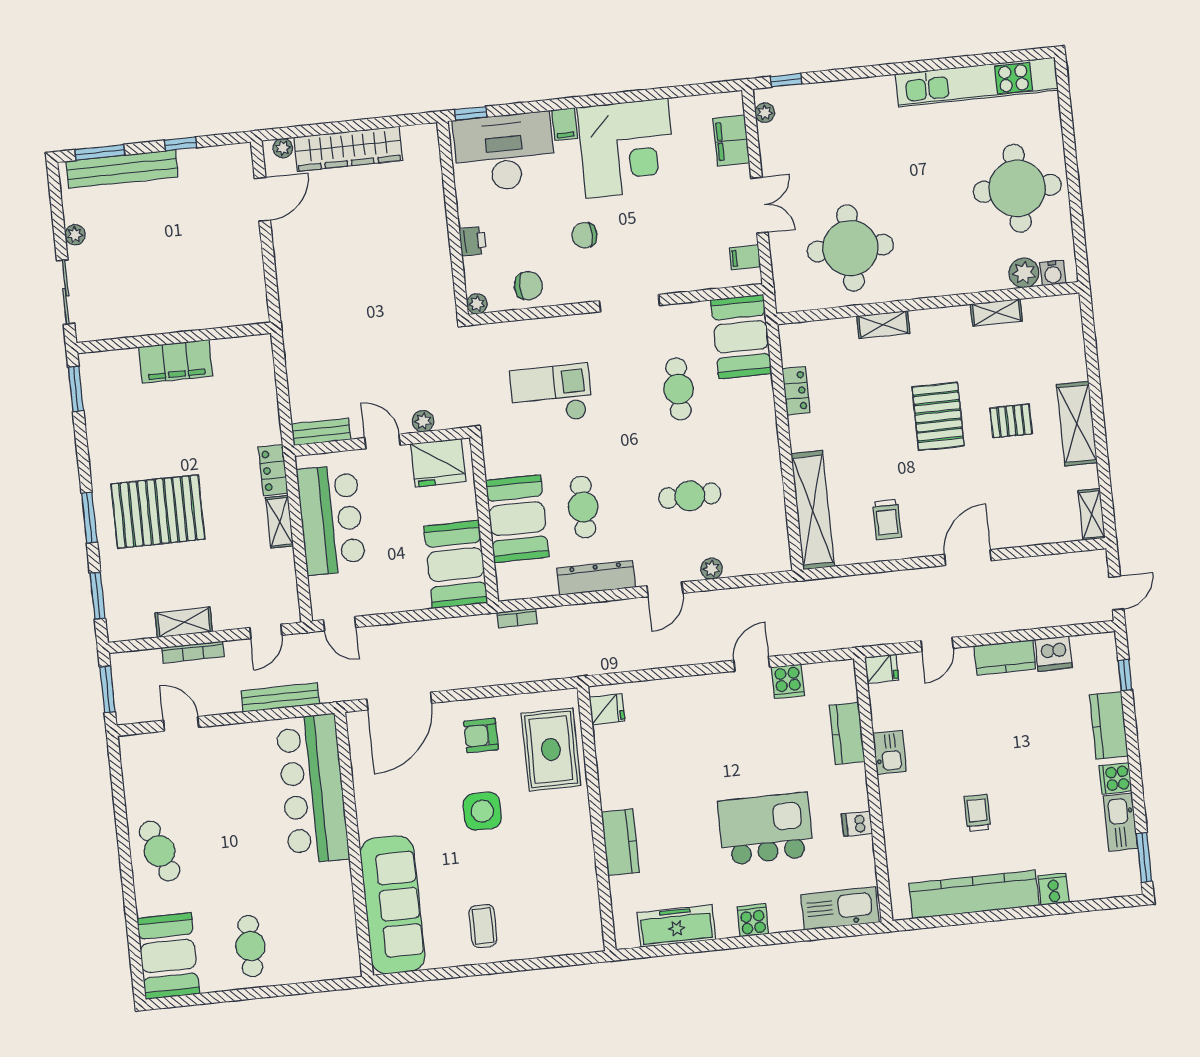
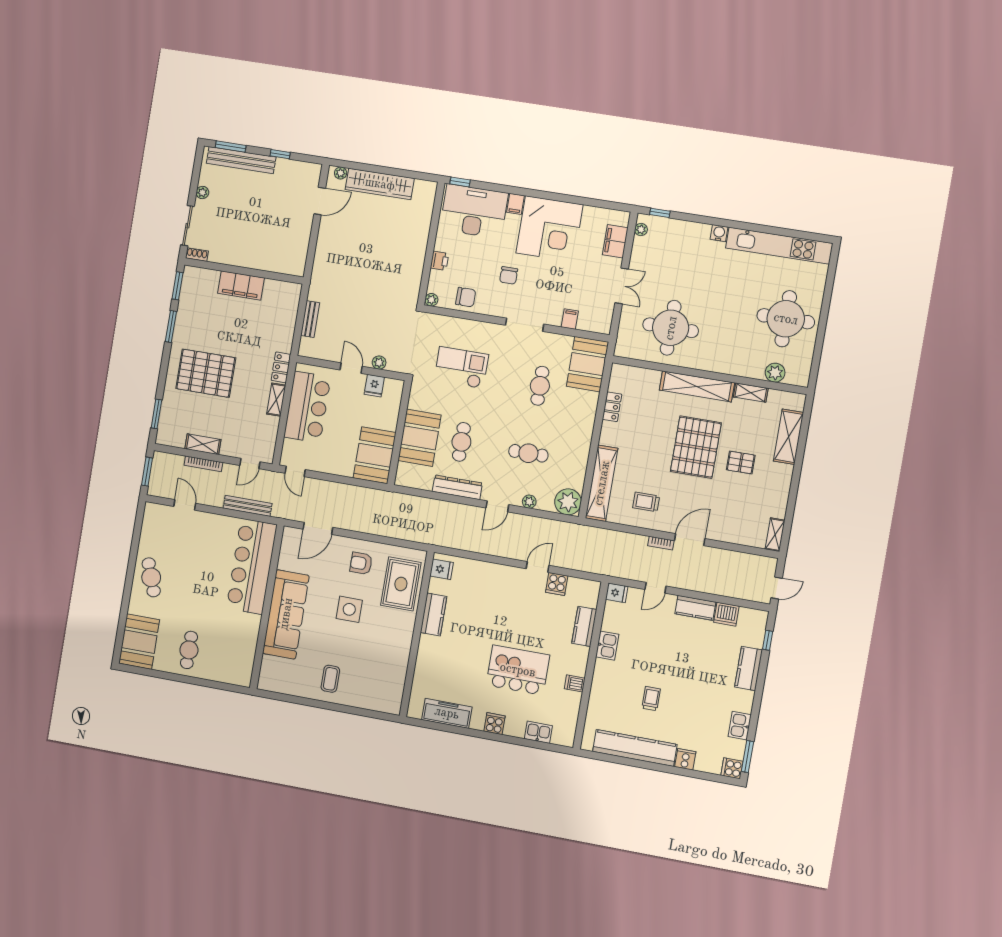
chair: (584, 235) -> (509, 275), turned -90
filing cabinet: (745, 257) -> (570, 319), moved, turned 90
water cooler: (1053, 273) -> (719, 233), moved, turned 180
shelving: (883, 325) -> (697, 386), width x2.20, depth x1.33
shoe rack: (93, 333) -> (197, 255), added
pallet: (938, 416) -> (696, 447), width x1.37, depth x1.41
shelving: (1077, 424) -> (789, 437), moved
bench: (322, 432) -> (310, 319), moved, turned 90
fridge: (438, 463) -> (374, 386), width x0.53, depth x0.75
window: (89, 518) -> (171, 326), moved
trolley: (887, 519) -> (646, 502), turned 90
plant: (770, 552) -> (568, 502), added
bookcase: (517, 618) -> (661, 543), moved
door: (399, 701) -> (318, 528), width x0.73
cooker: (1116, 778) -> (732, 768), moved
kitchen sink: (1121, 822) -> (740, 726), width x0.73
kitchen counter: (620, 842) -> (434, 614), moved
sofa: (392, 905) -> (286, 614), moved
kitchen sink: (840, 908) -> (538, 732), width x0.53, depth x0.81

